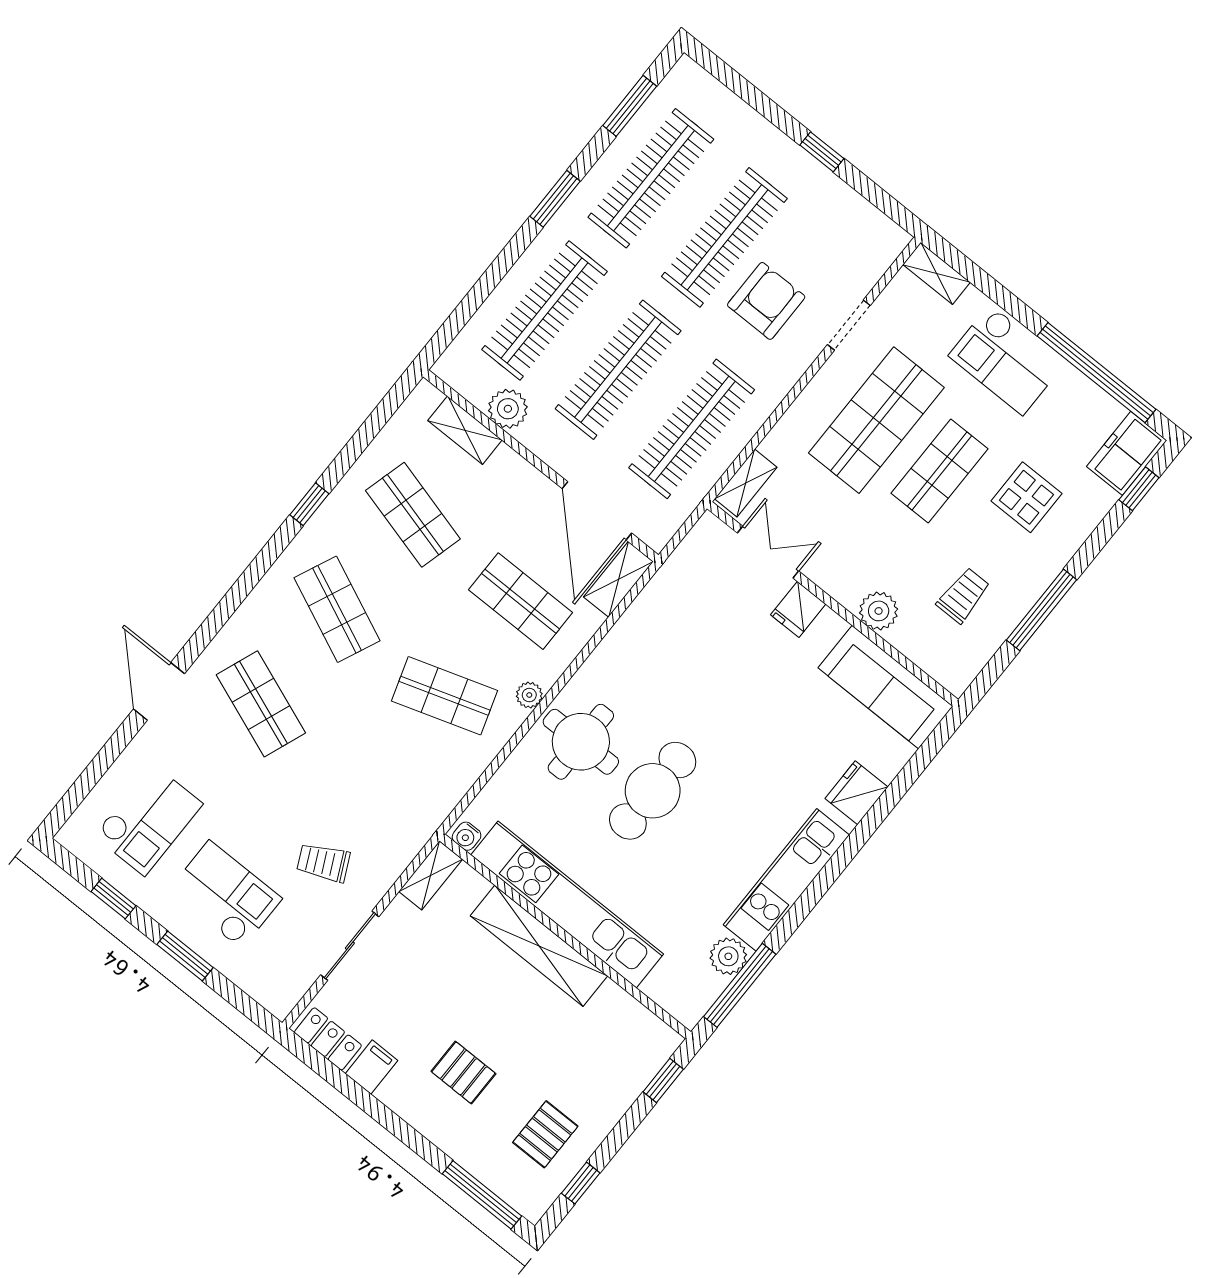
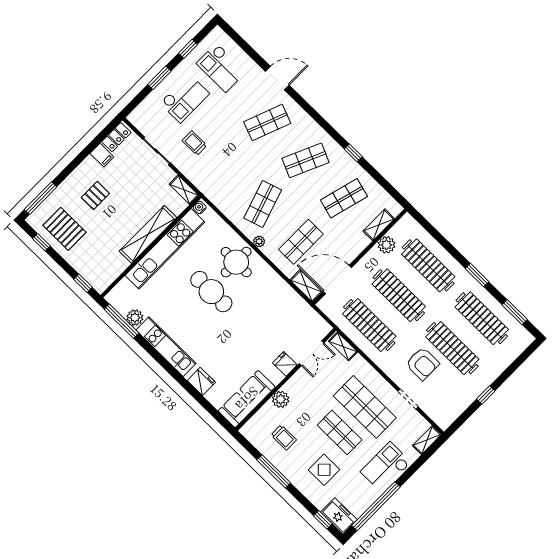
trolley: (323, 863) -> (194, 143), turned -64
pallet: (545, 1134) -> (65, 229), width x1.50, depth x1.42

